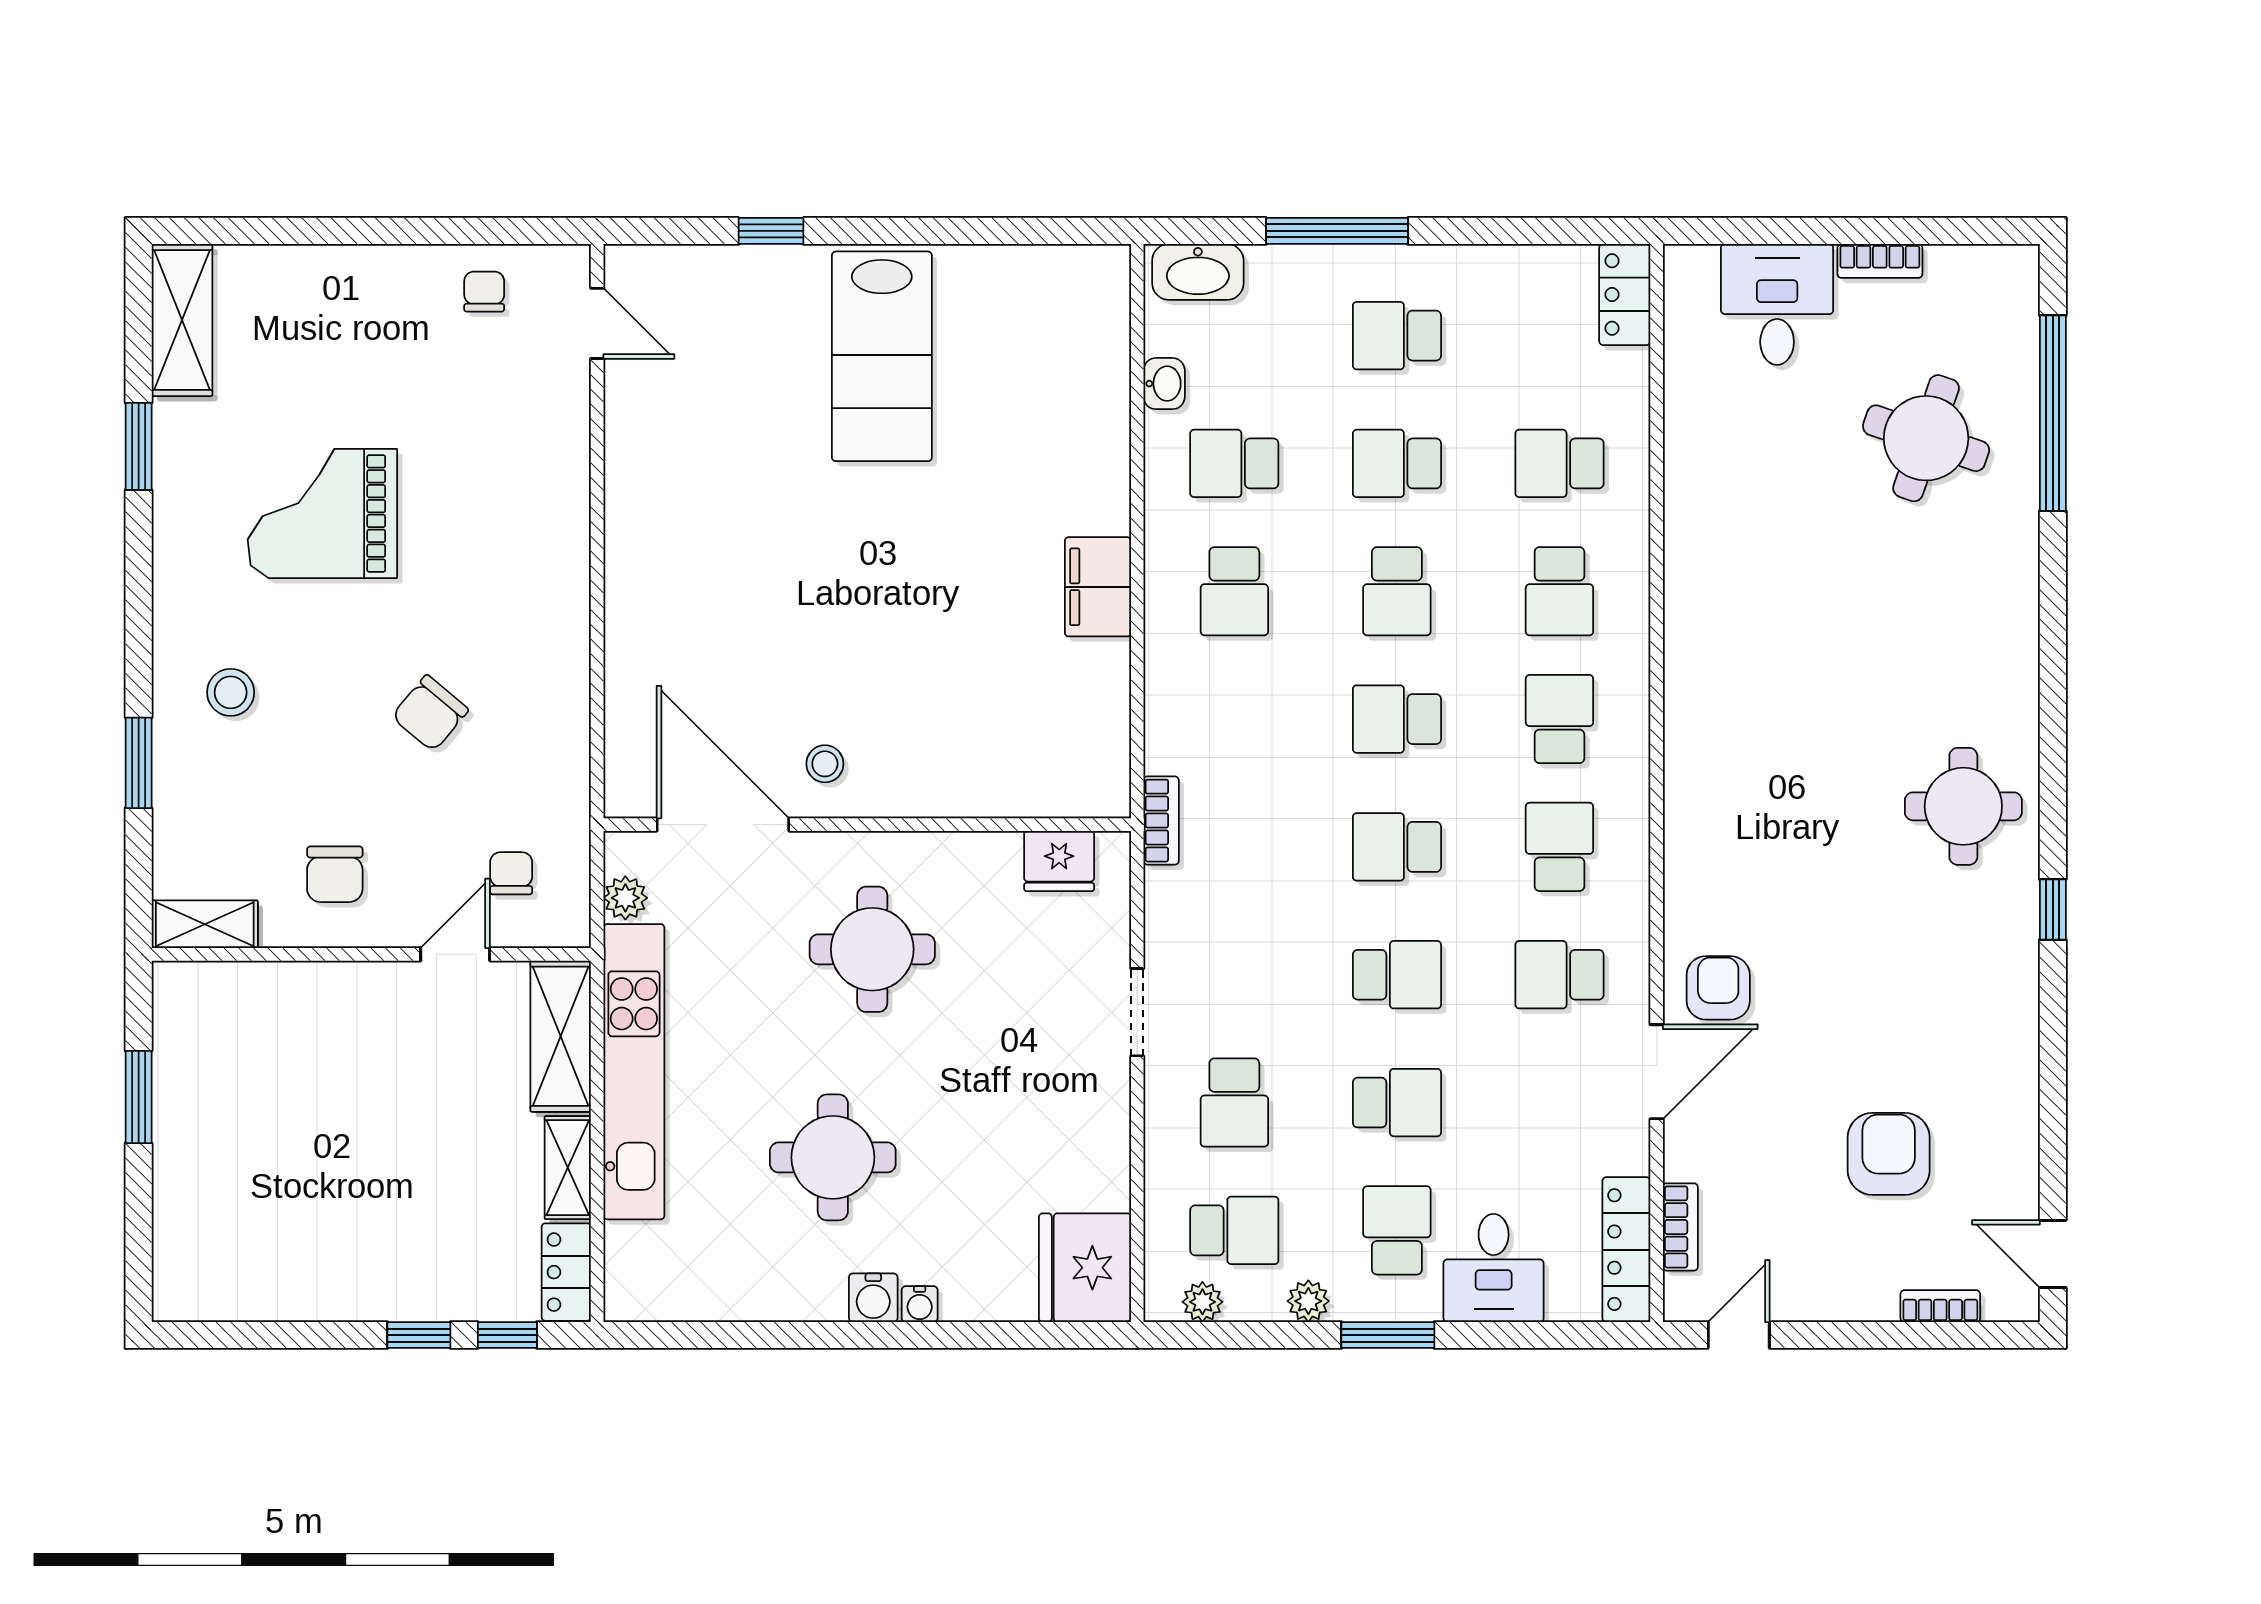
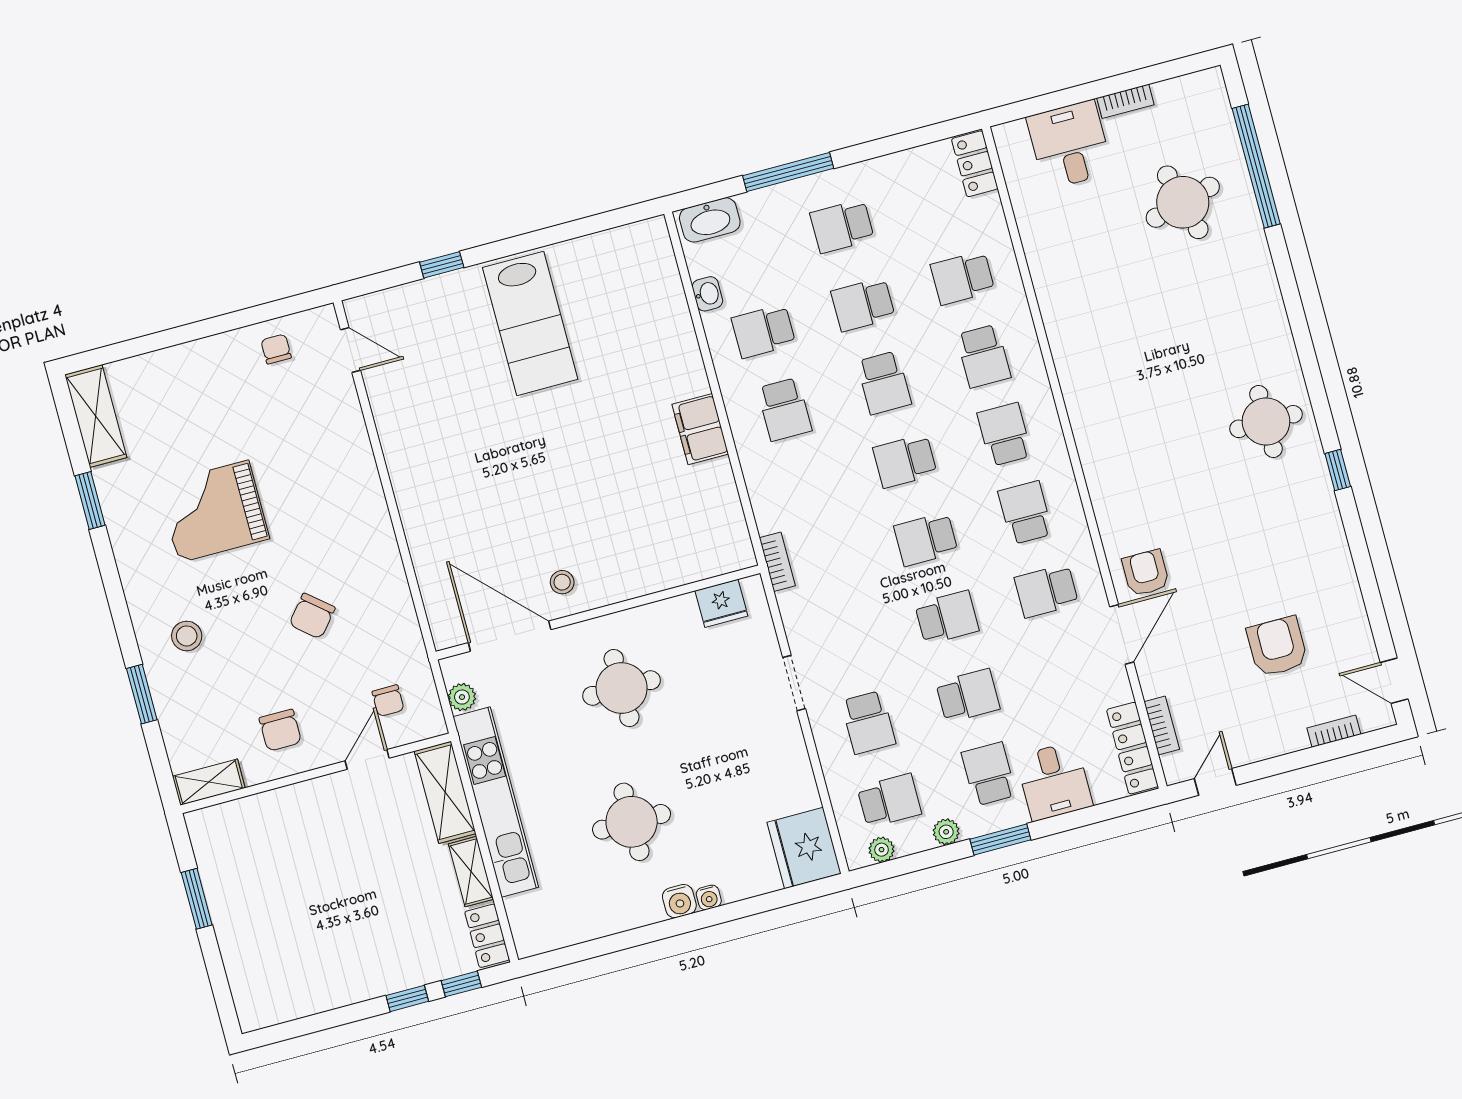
round table: (1926, 438) -> (1183, 202), turned -34
chair: (511, 873) -> (388, 701), turned 180

